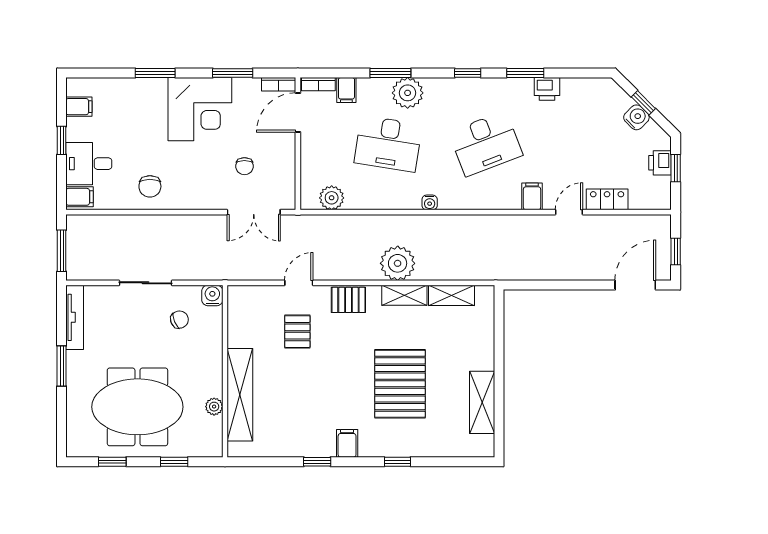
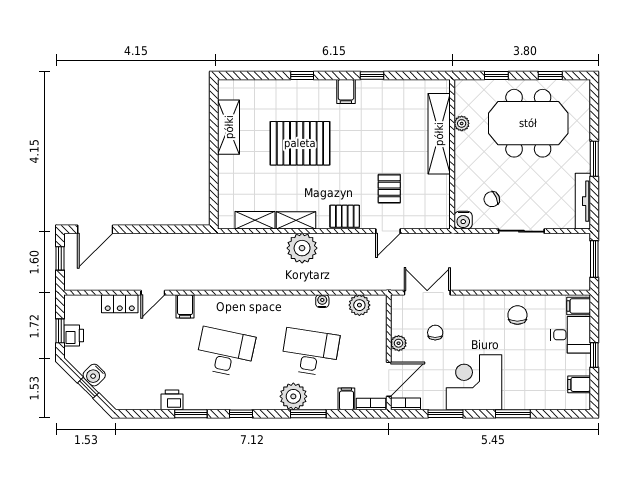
desk: (486, 144) -> (225, 352), turned 33
plant: (287, 154) -> (399, 343), added
water cooler: (430, 202) -> (322, 301), moved
pallet: (400, 384) -> (300, 143), turned 90

